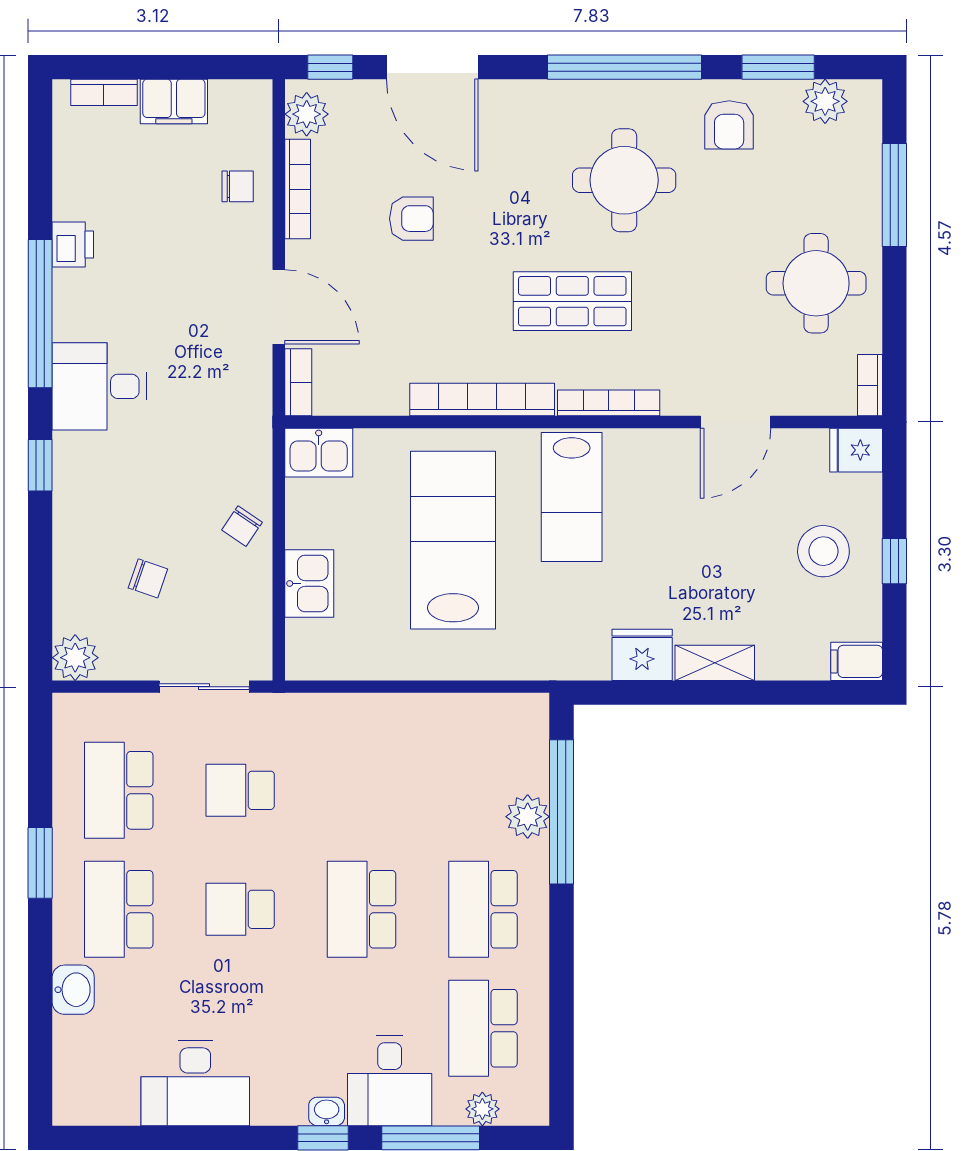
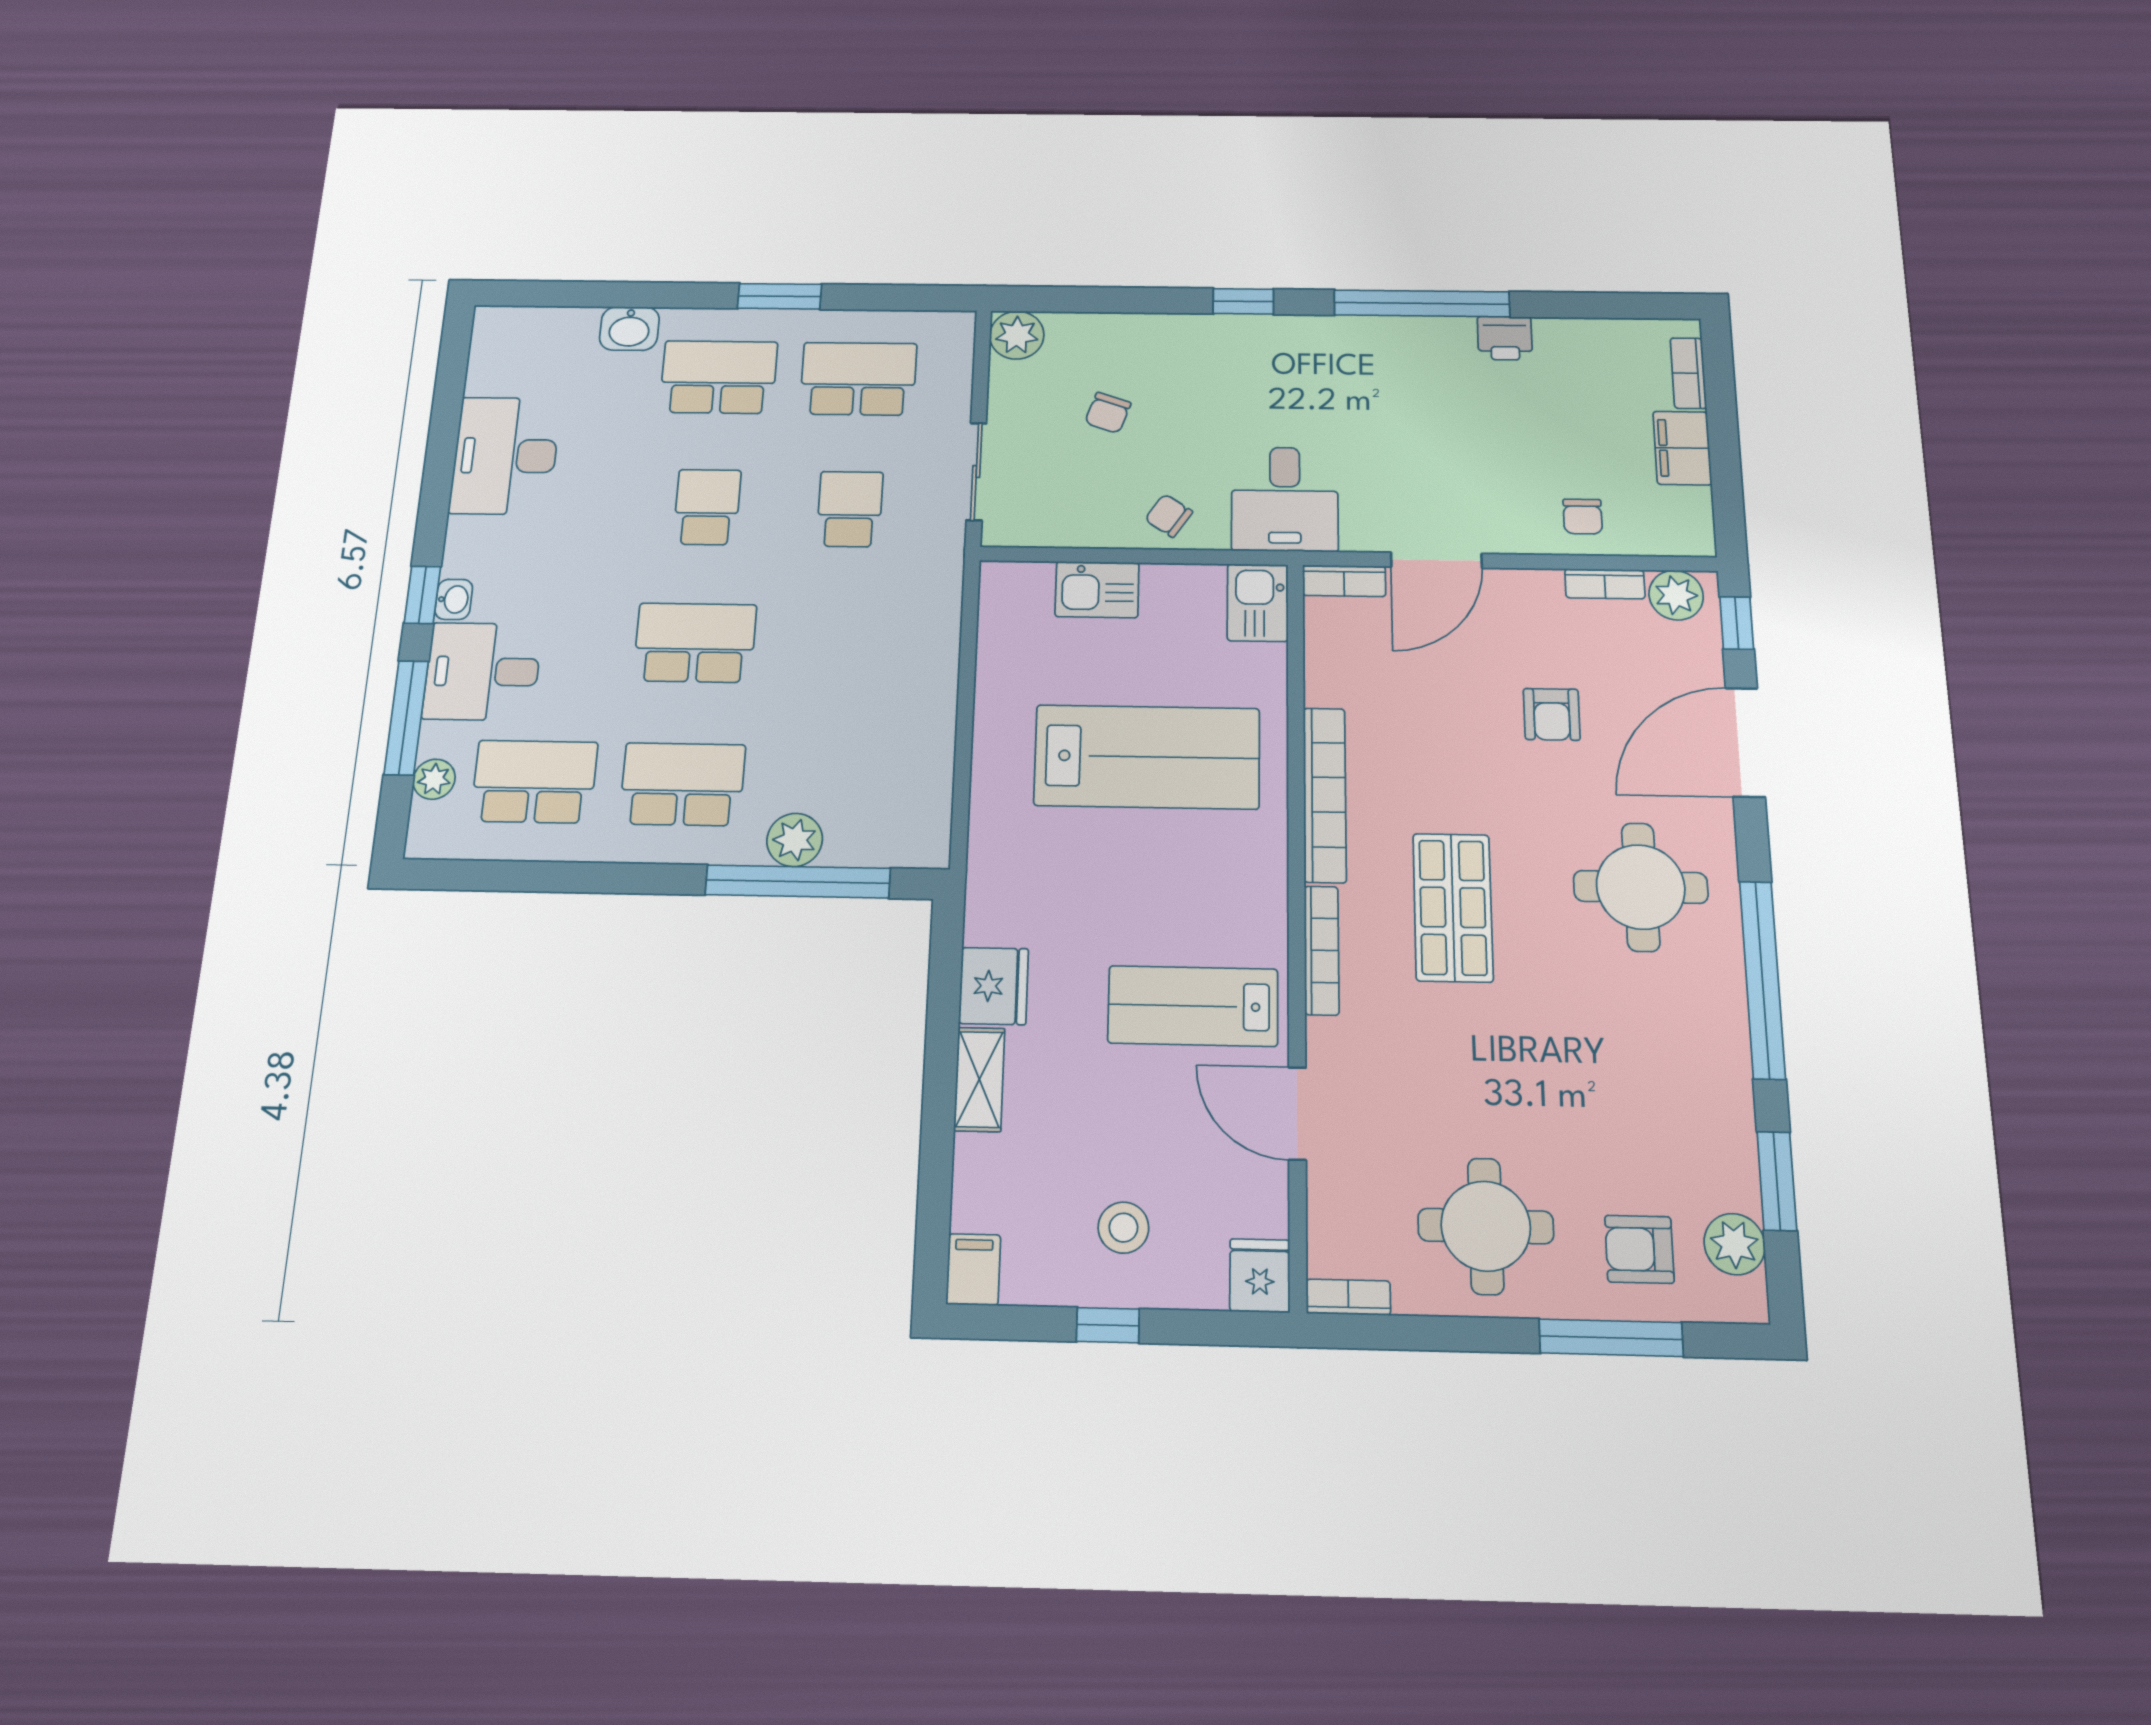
armchair: (729, 125) -> (1639, 1249), moved
round table: (624, 180) -> (1641, 887), moved
bookcase: (298, 189) -> (1605, 584), width x0.64
desk: (99, 386) -> (1285, 499), moved, turned 180
lab bench: (572, 497) -> (1193, 1006), moved
stool: (823, 551) -> (1123, 1228), width x0.73, depth x0.73

